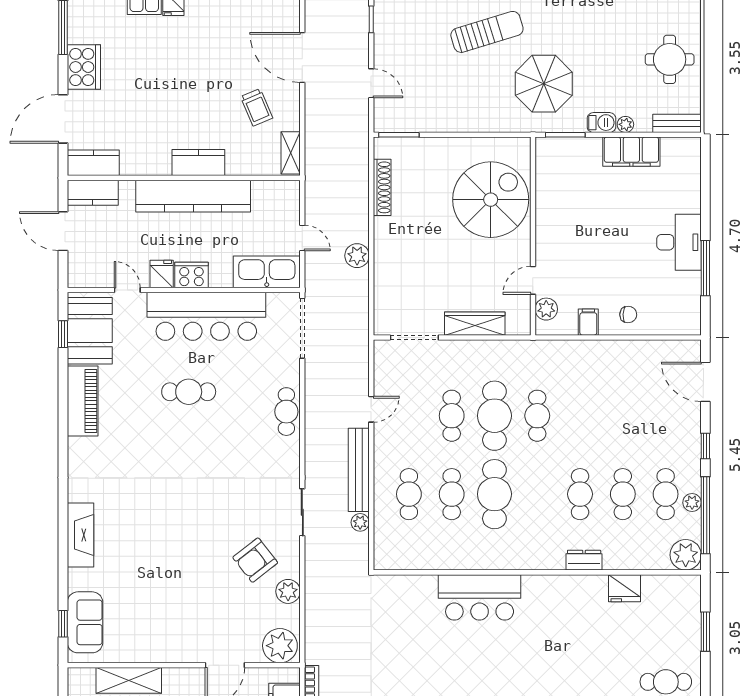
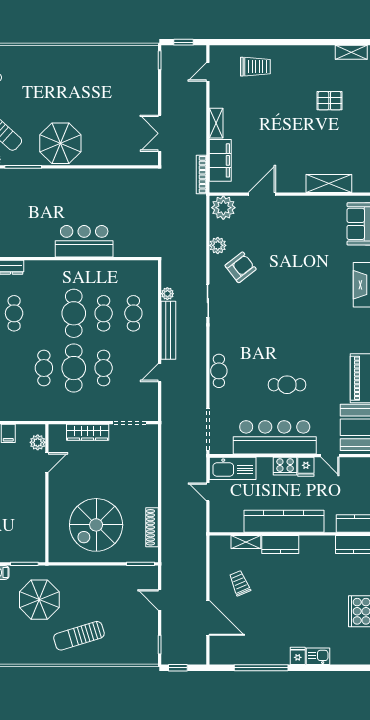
shelving: (291, 153) -> (246, 542), moved, turned 90
spiral stairs: (491, 200) -> (96, 525), moved
plant: (357, 256) -> (170, 480), removed

